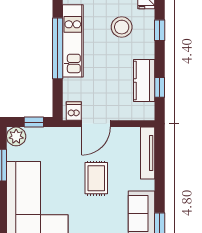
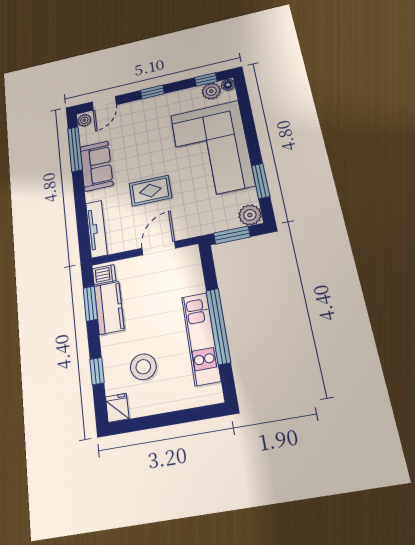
window: (160, 87) -> (90, 303), width x1.50
dishwasher: (74, 111) -> (104, 275), moved, turned -90
window: (34, 122) -> (232, 235), width x1.50
rug: (96, 178) -> (150, 191), turned 90

